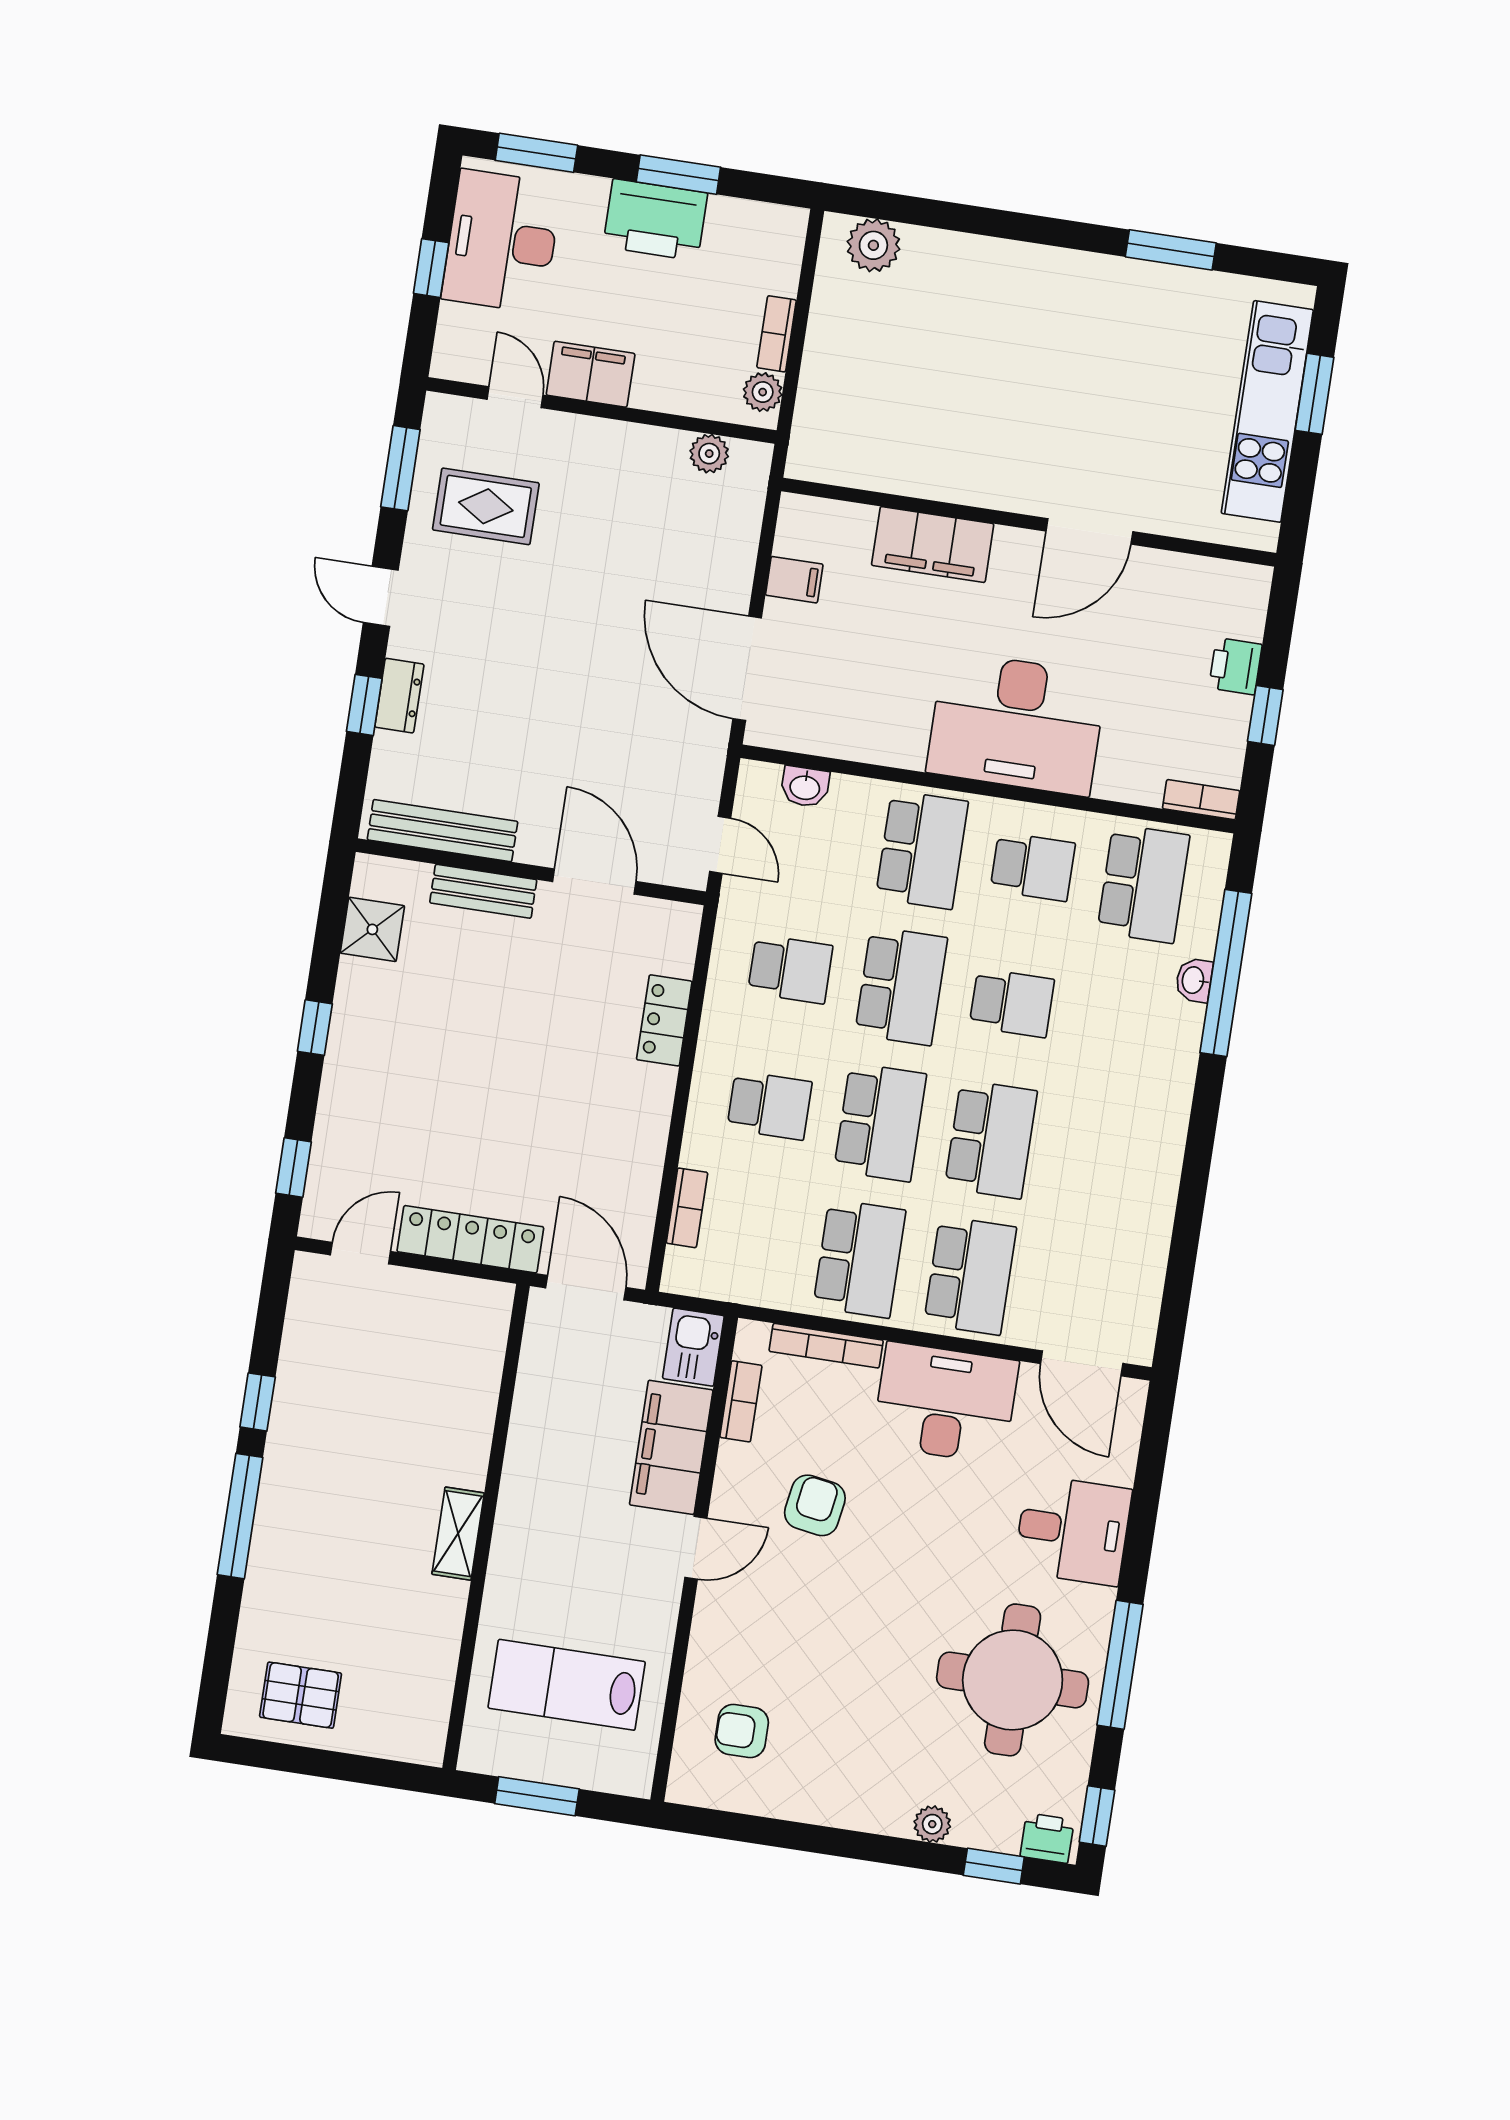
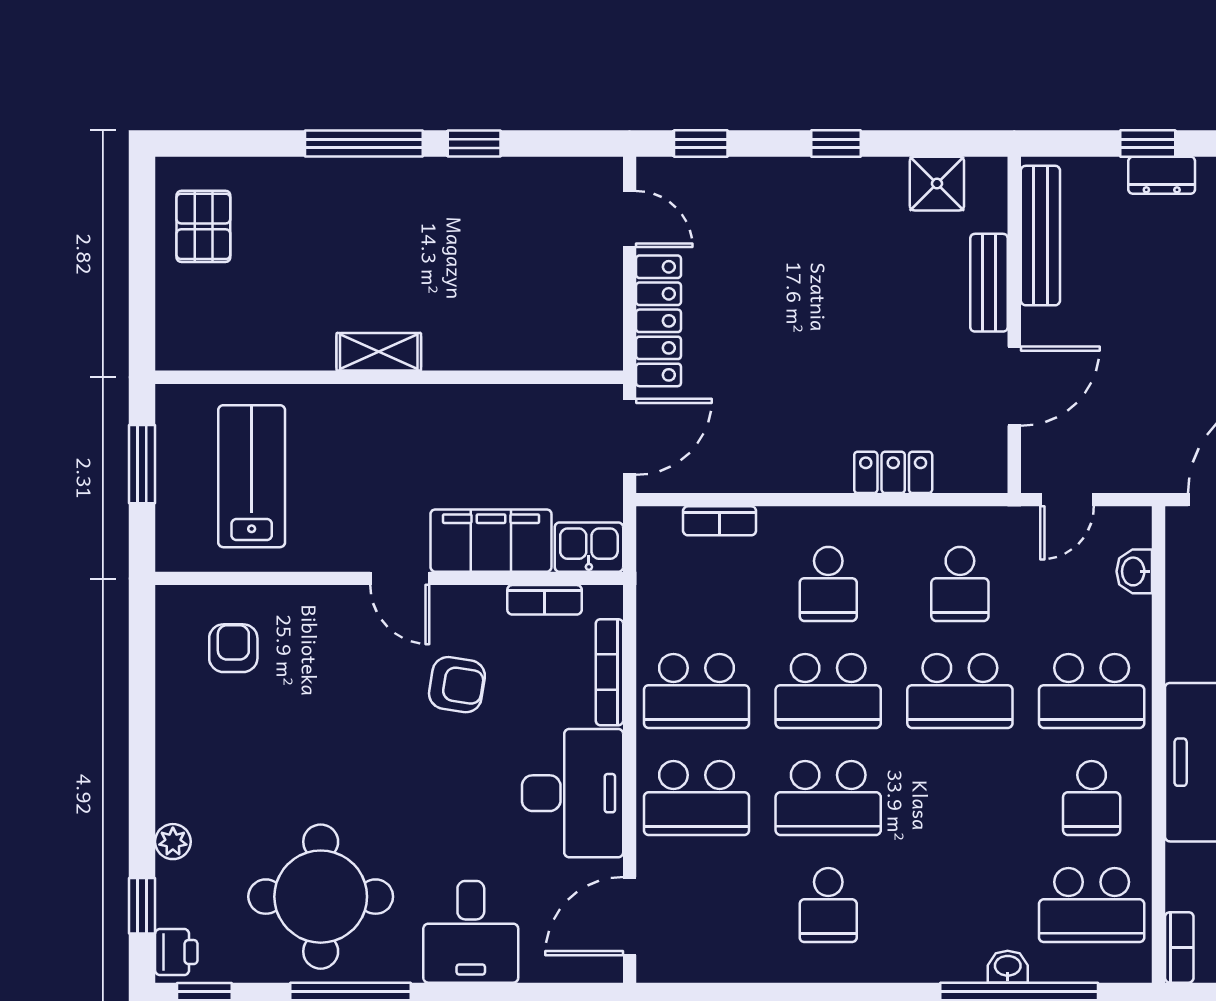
school desk: (1012, 1003) -> (828, 905), moved

